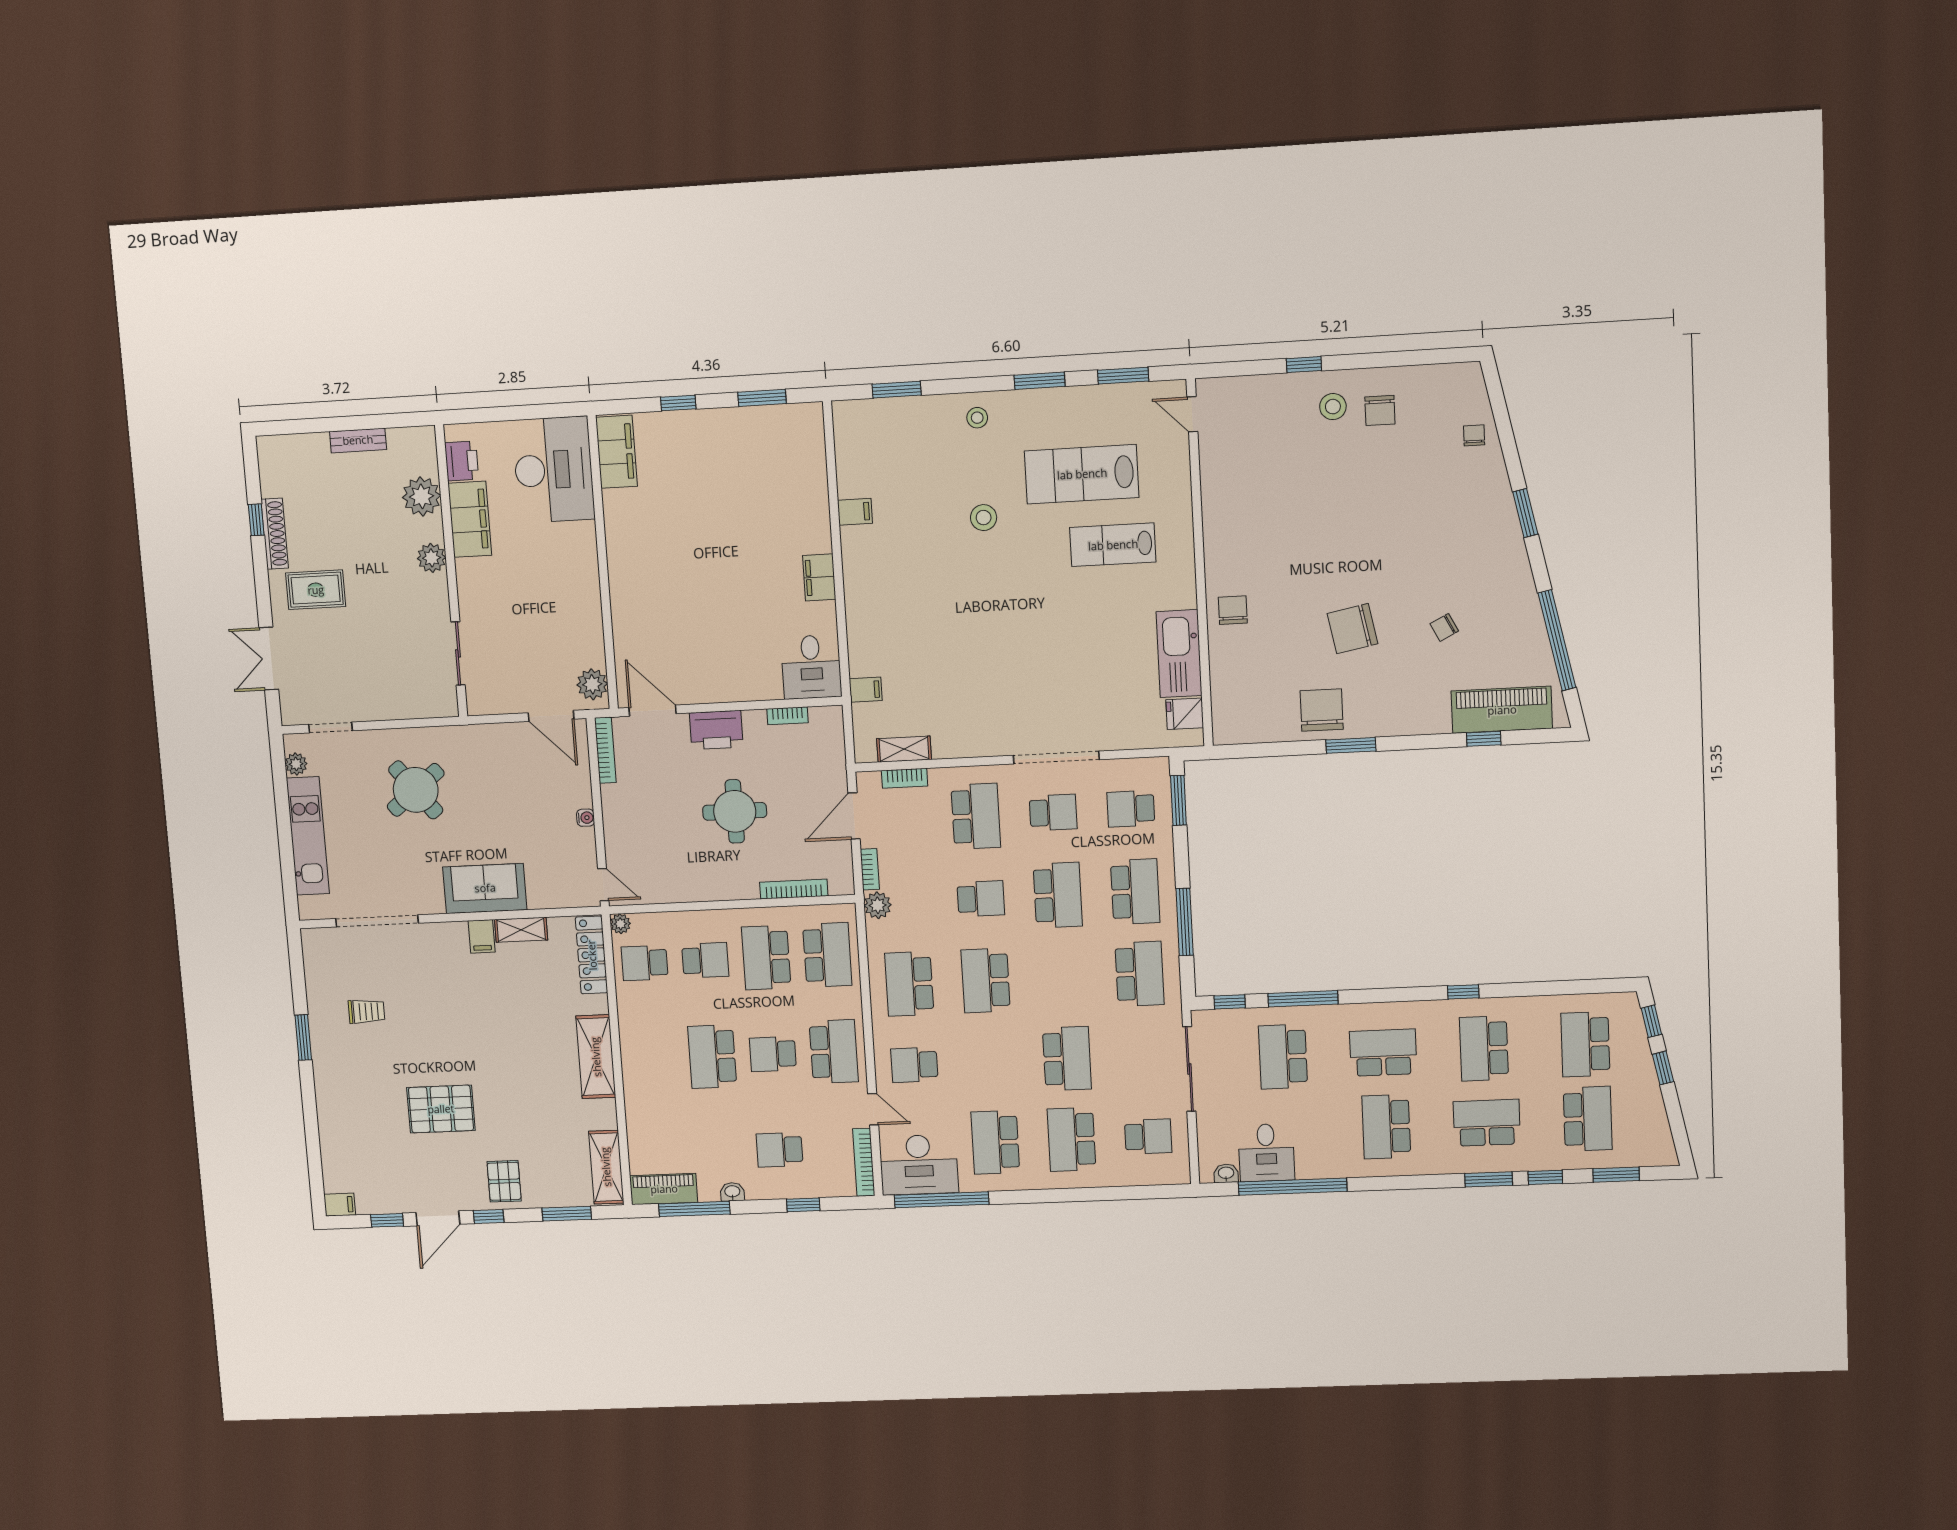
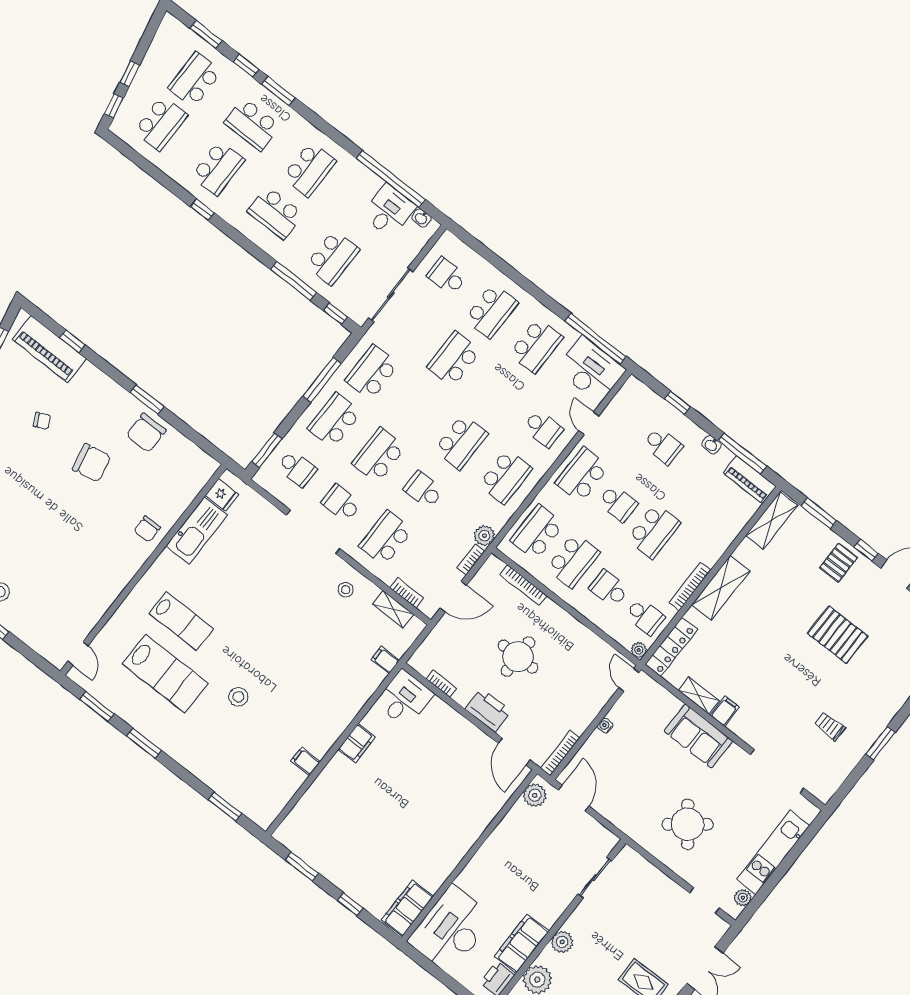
stool: (977, 418) -> (346, 590), moved
bookcase: (864, 1162) -> (690, 586), moved, turned 180

